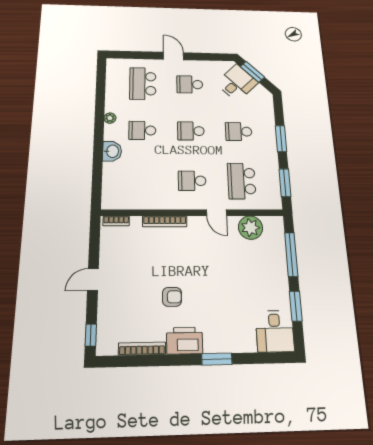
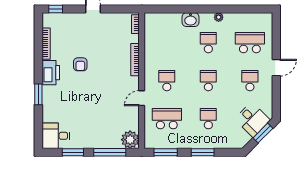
plant: (250, 228) -> (130, 140), moved

